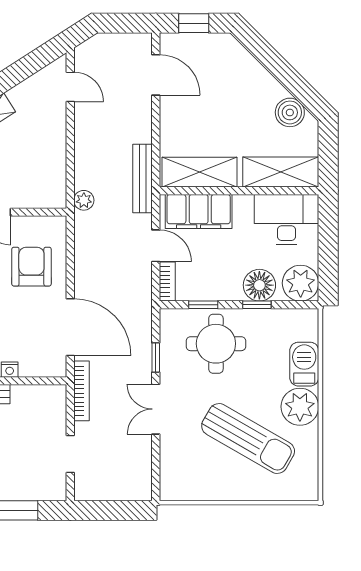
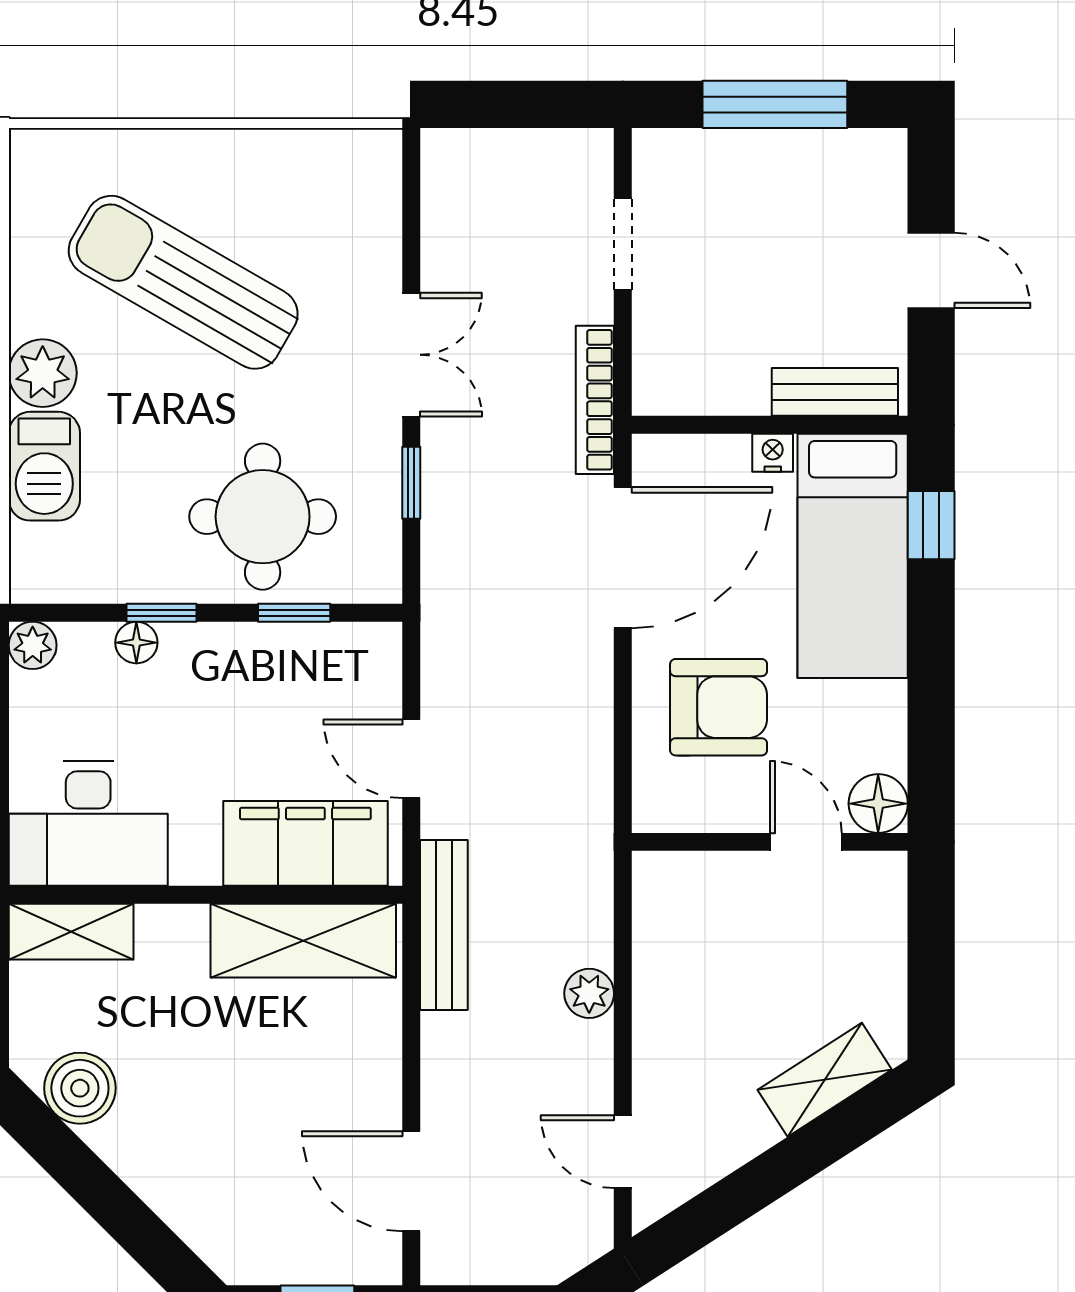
shelving: (281, 172) -> (71, 932), width x0.67, depth x0.75
plant: (84, 200) -> (589, 993), moved
armchair: (31, 267) -> (719, 707), turned -90
bookcase: (167, 282) -> (383, 670), removed
plant: (301, 283) -> (33, 645), width x0.53, depth x0.53
floor lamp: (259, 285) -> (136, 643), width x0.53, depth x0.53
door: (70, 327) -> (623, 558), swing flipped
plant: (300, 407) -> (43, 373), width x0.73, depth x0.73

